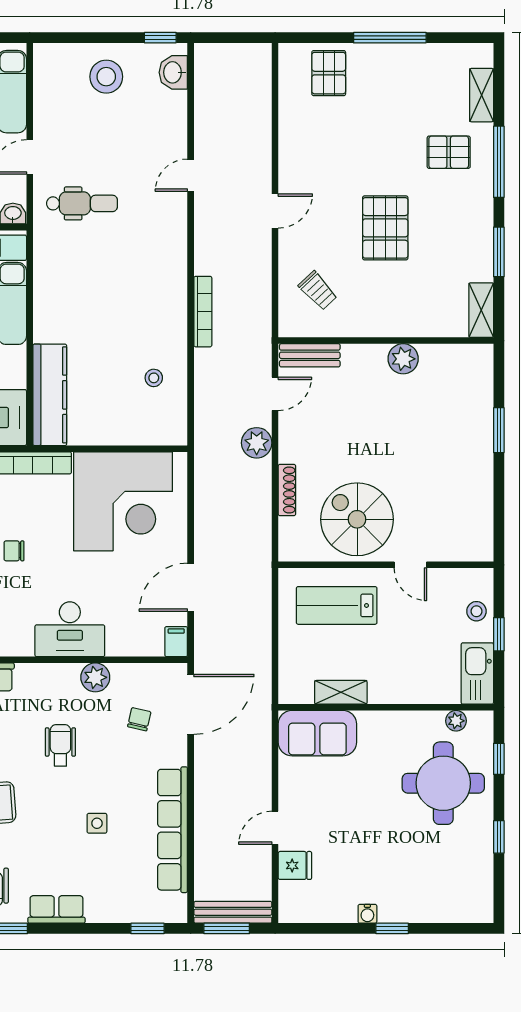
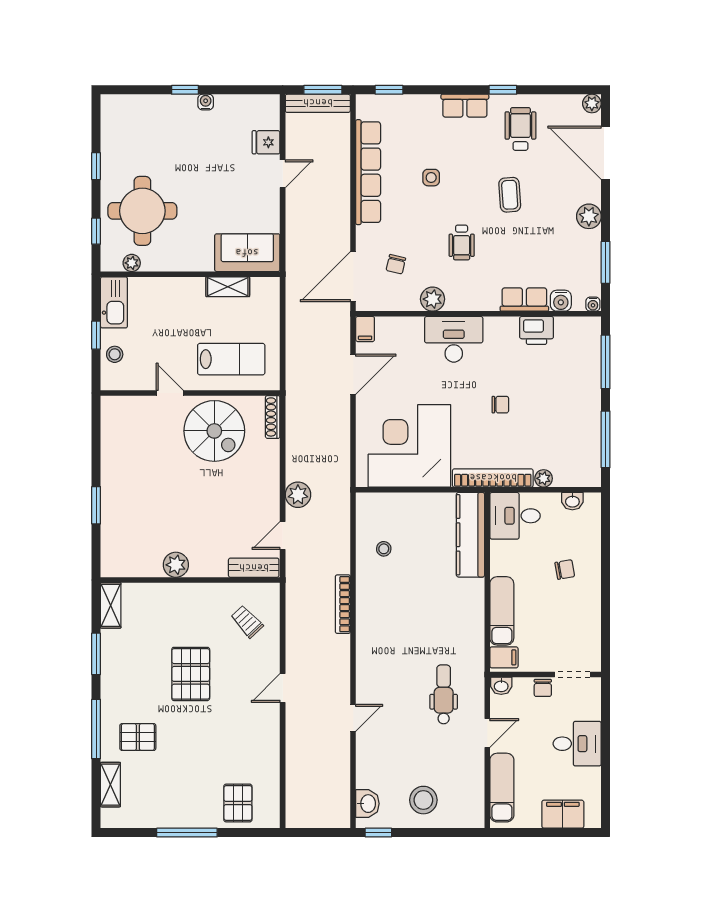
dental chair: (82, 203) -> (444, 694), turned 90
shoe rack: (287, 490) -> (273, 417), moved

